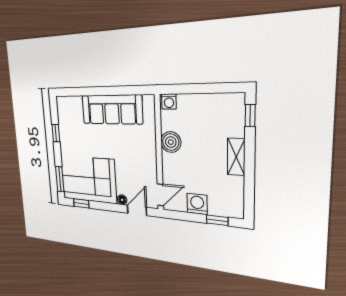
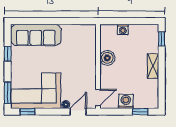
washing machine: (169, 101) -> (123, 29), moved
sofa: (112, 110) -> (36, 35), moved

